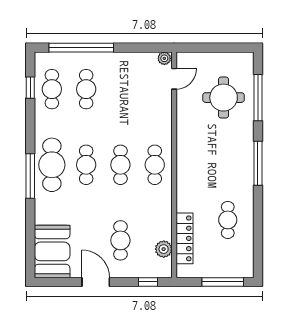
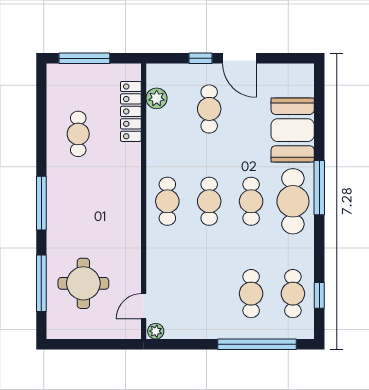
booth: (52, 251) -> (293, 130), moved
window: (148, 282) -> (200, 58), moved

